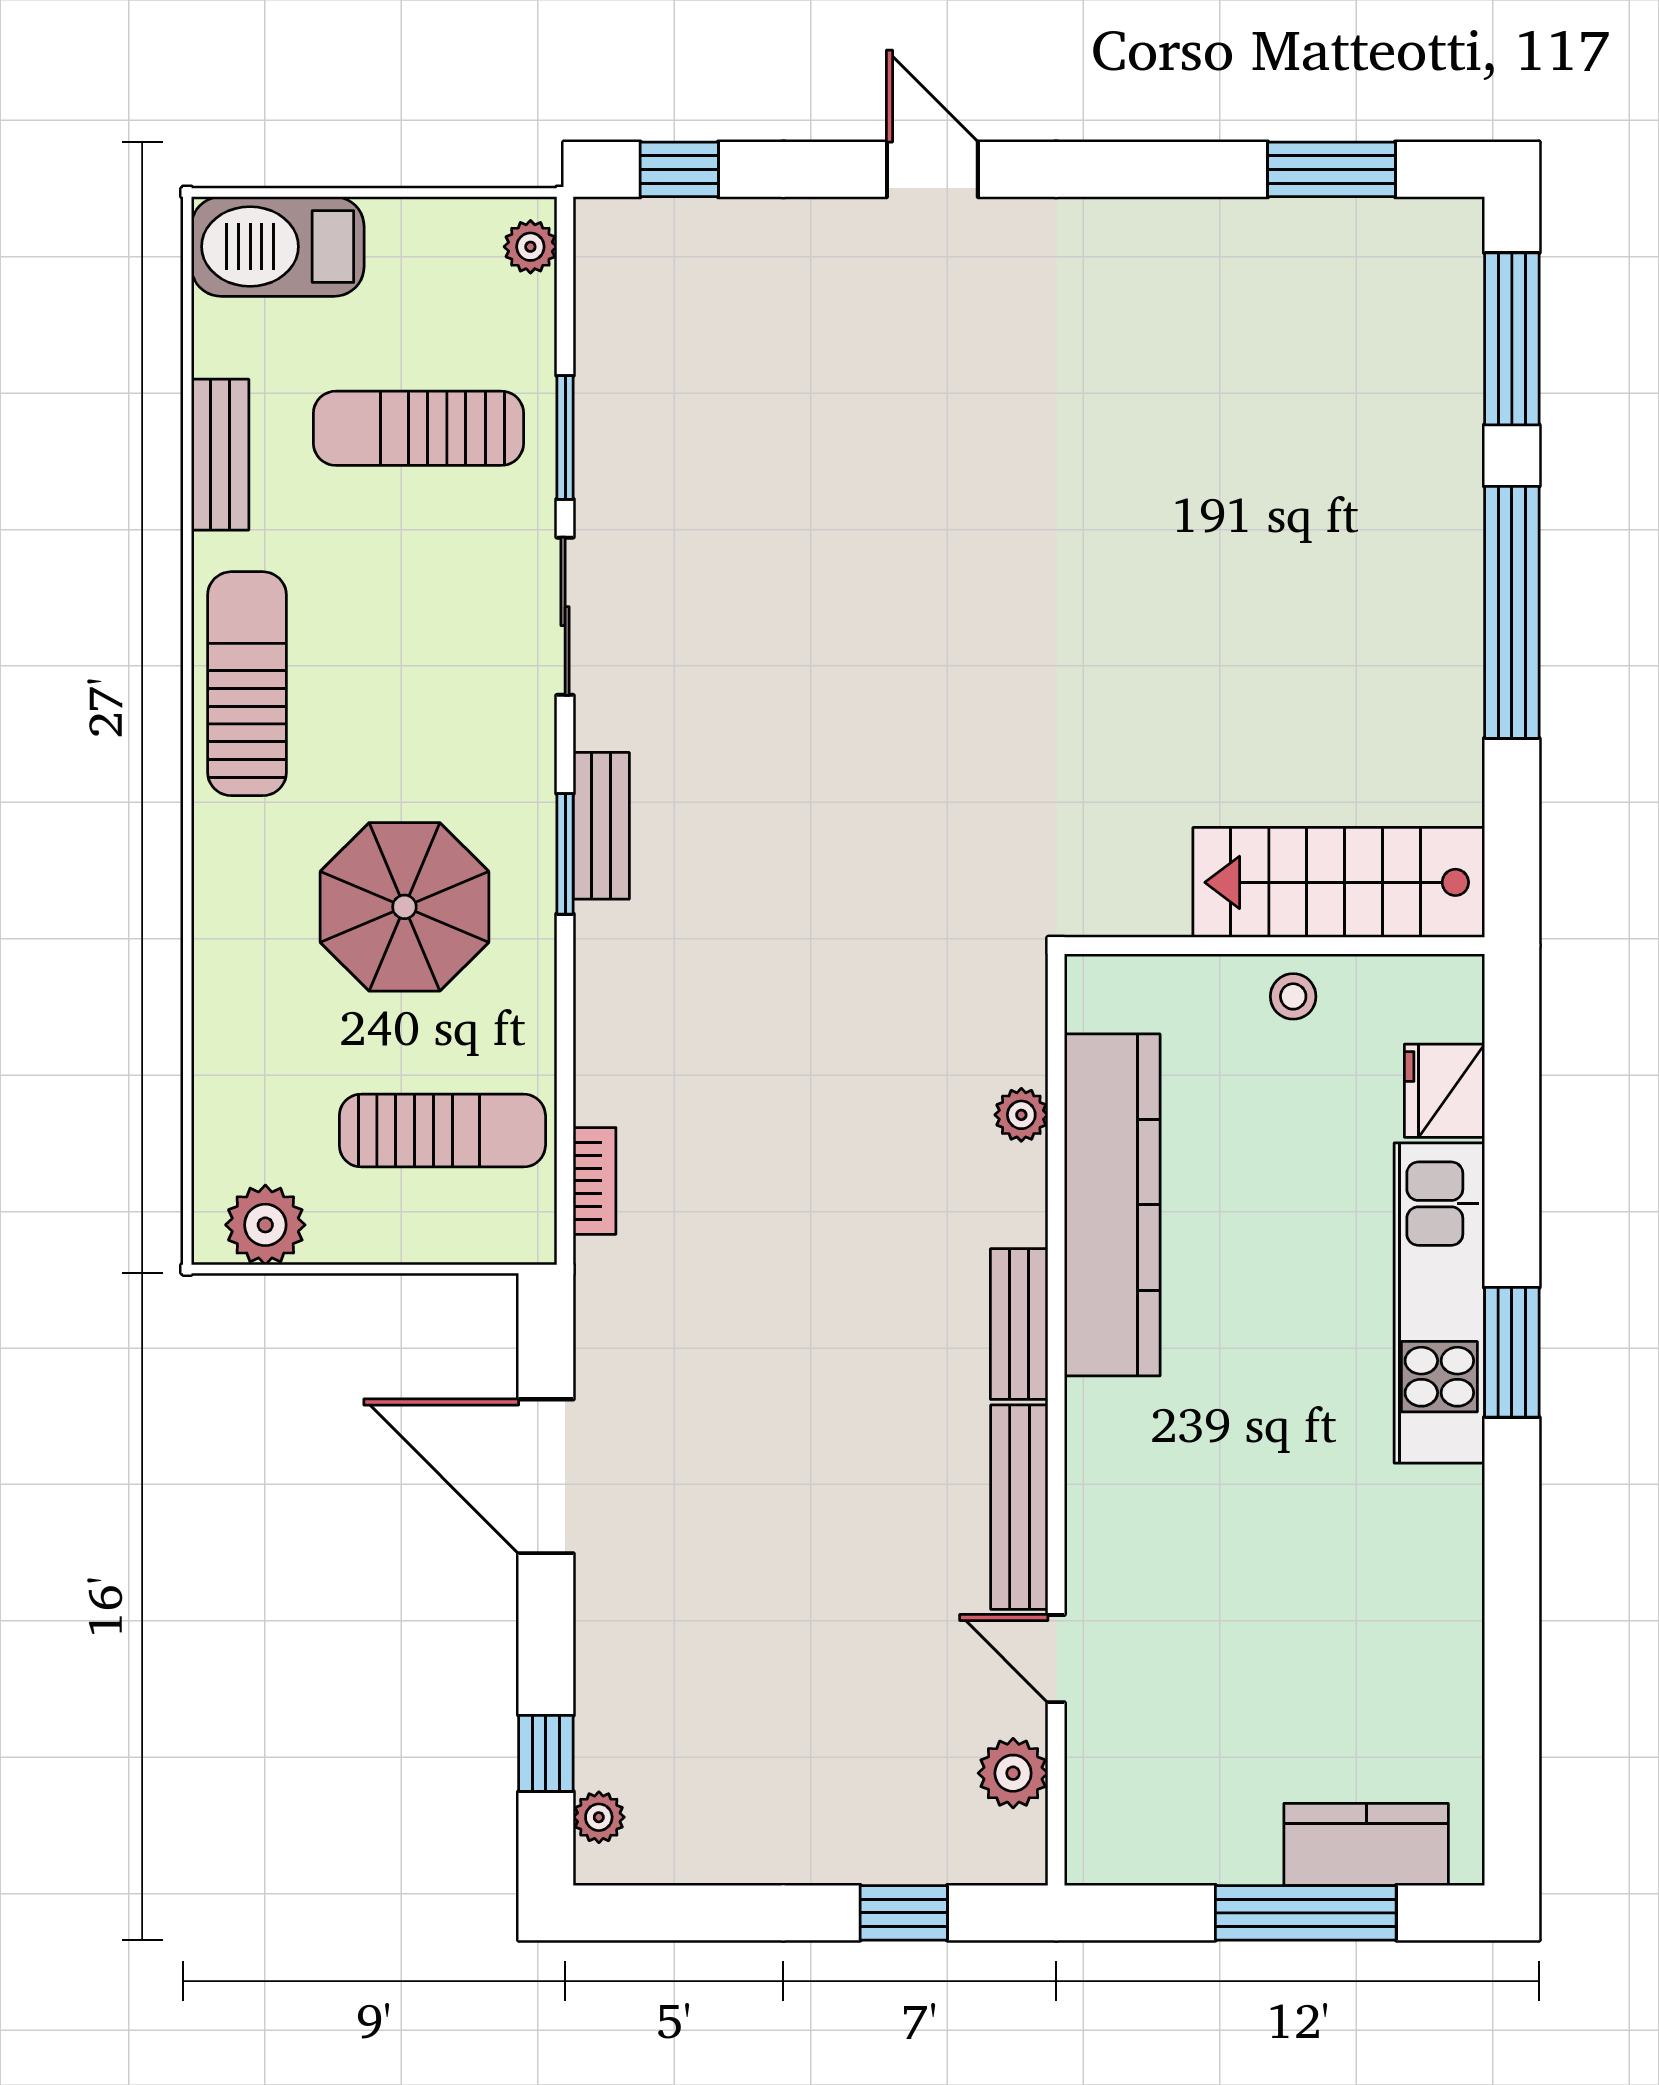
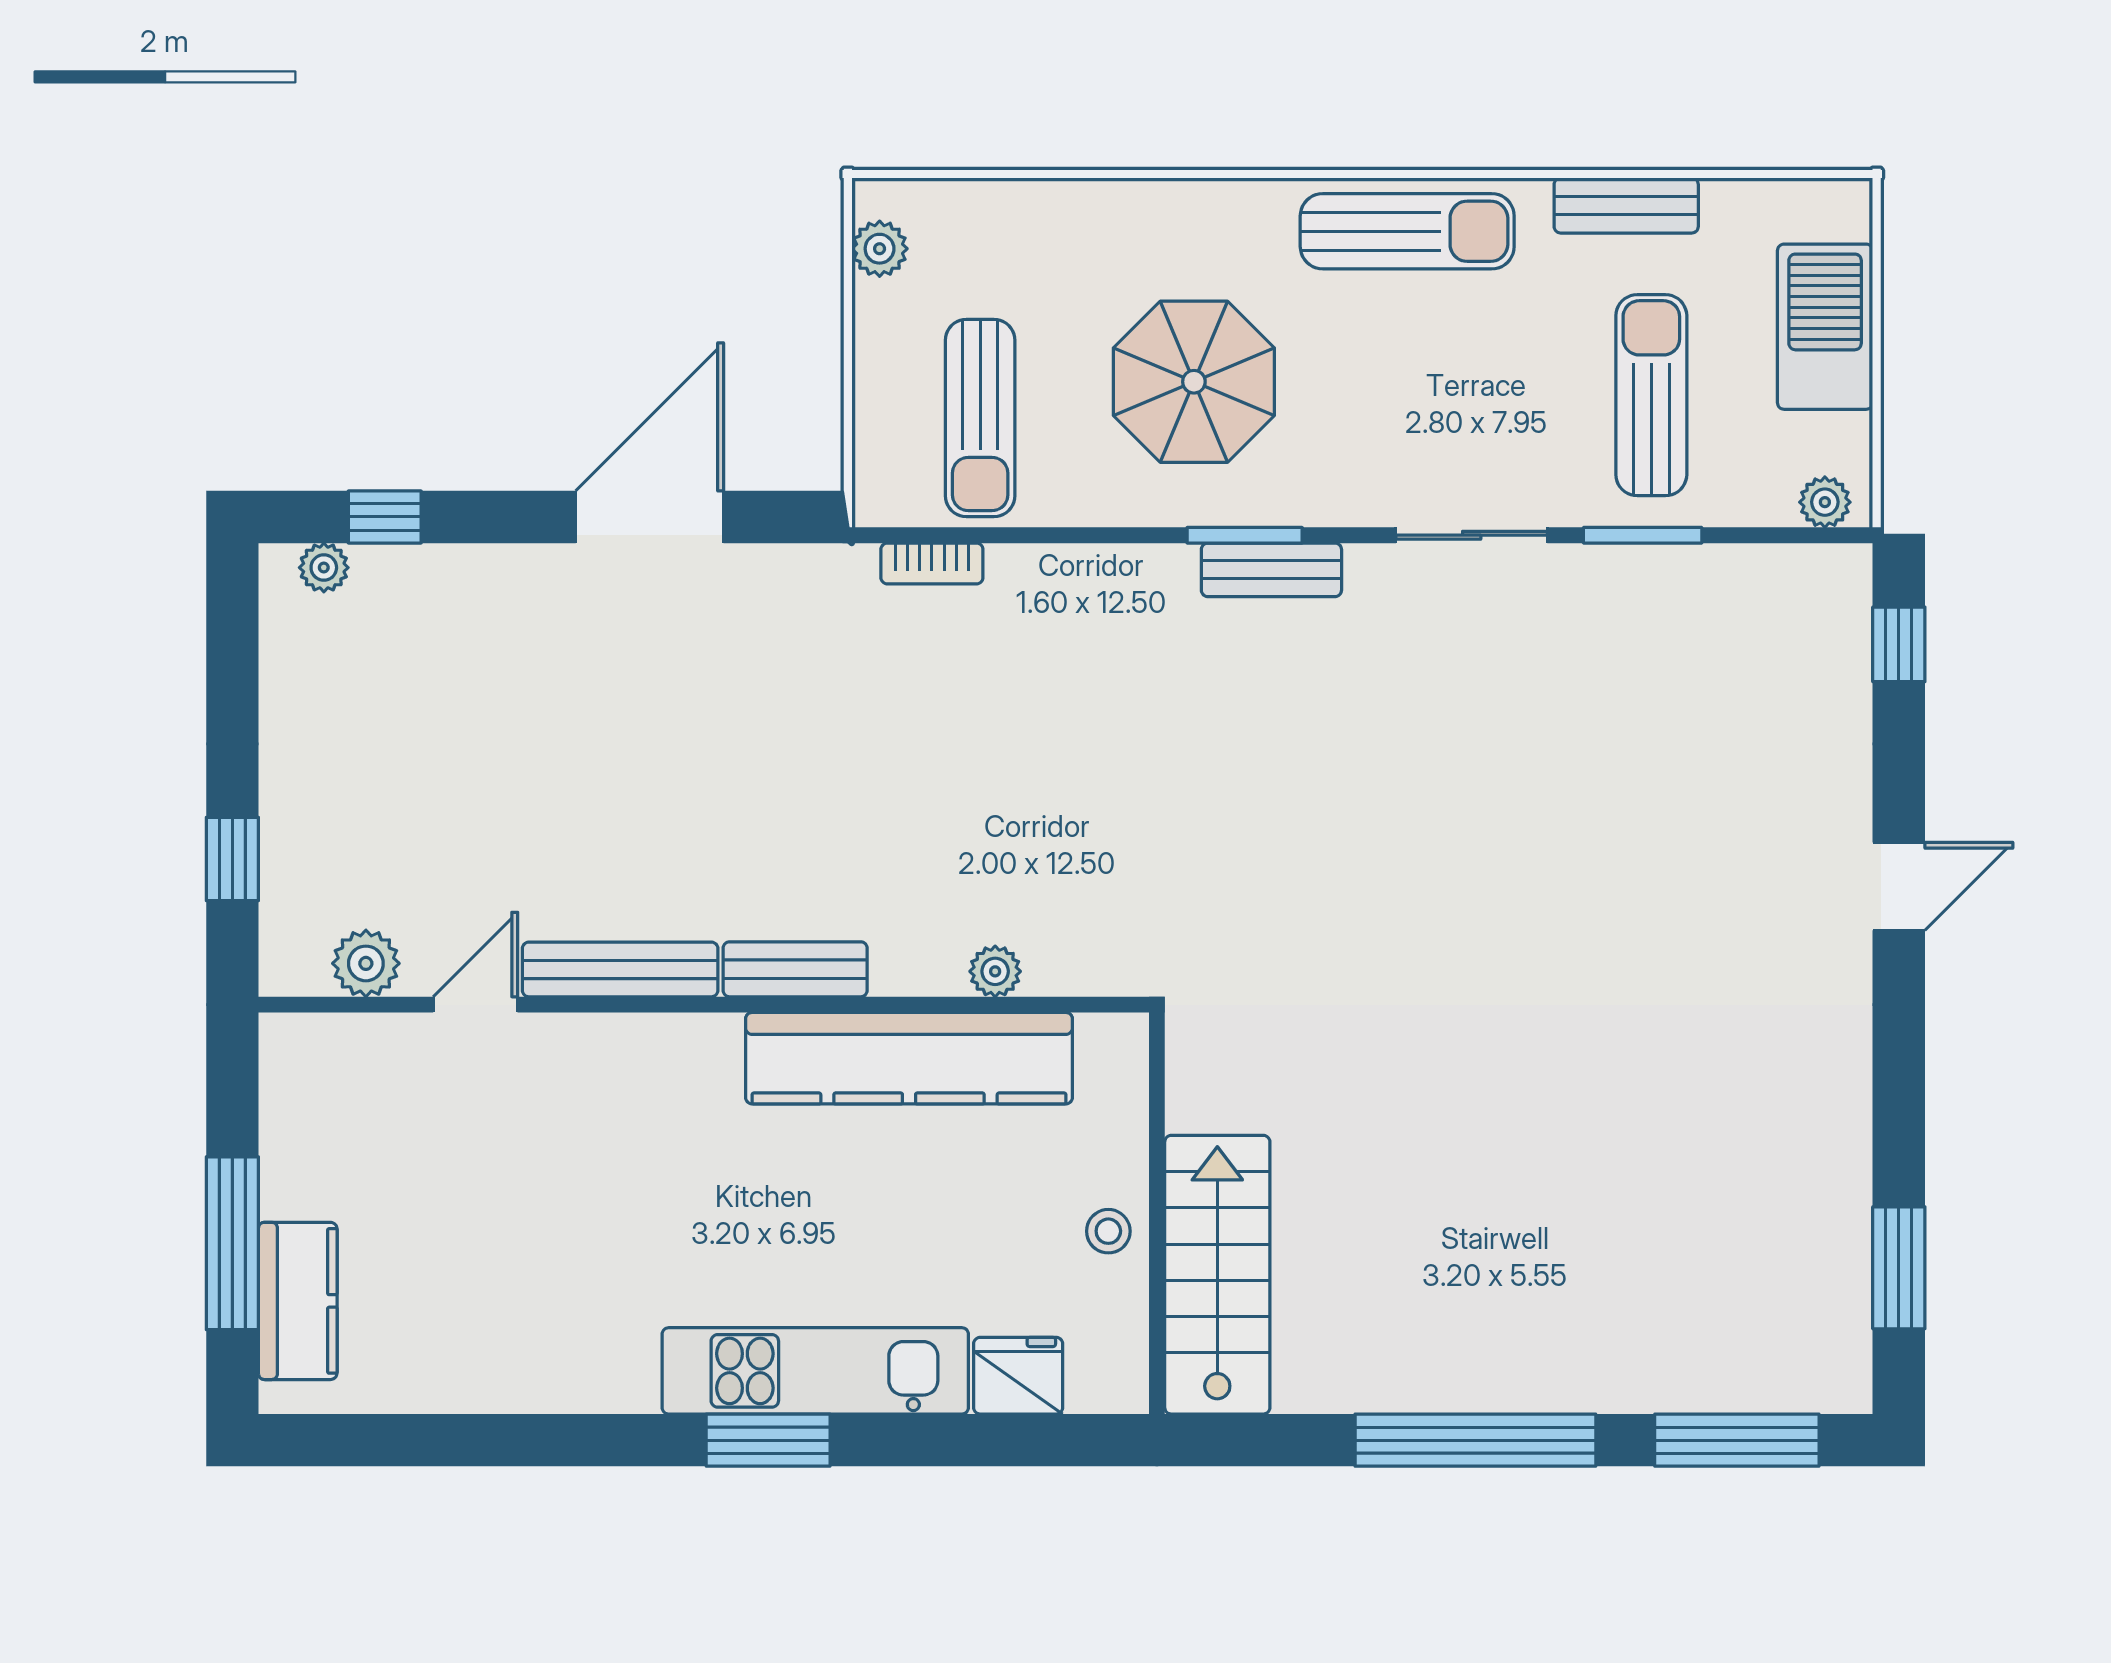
barbecue: (278, 247) -> (1825, 327), moved
plant: (265, 1225) -> (880, 249), width x0.73, depth x0.73

